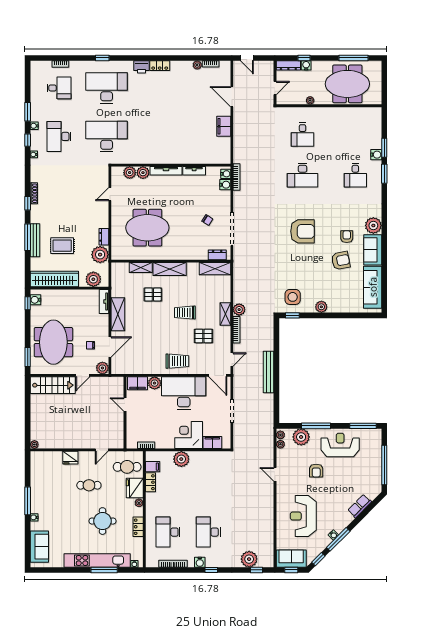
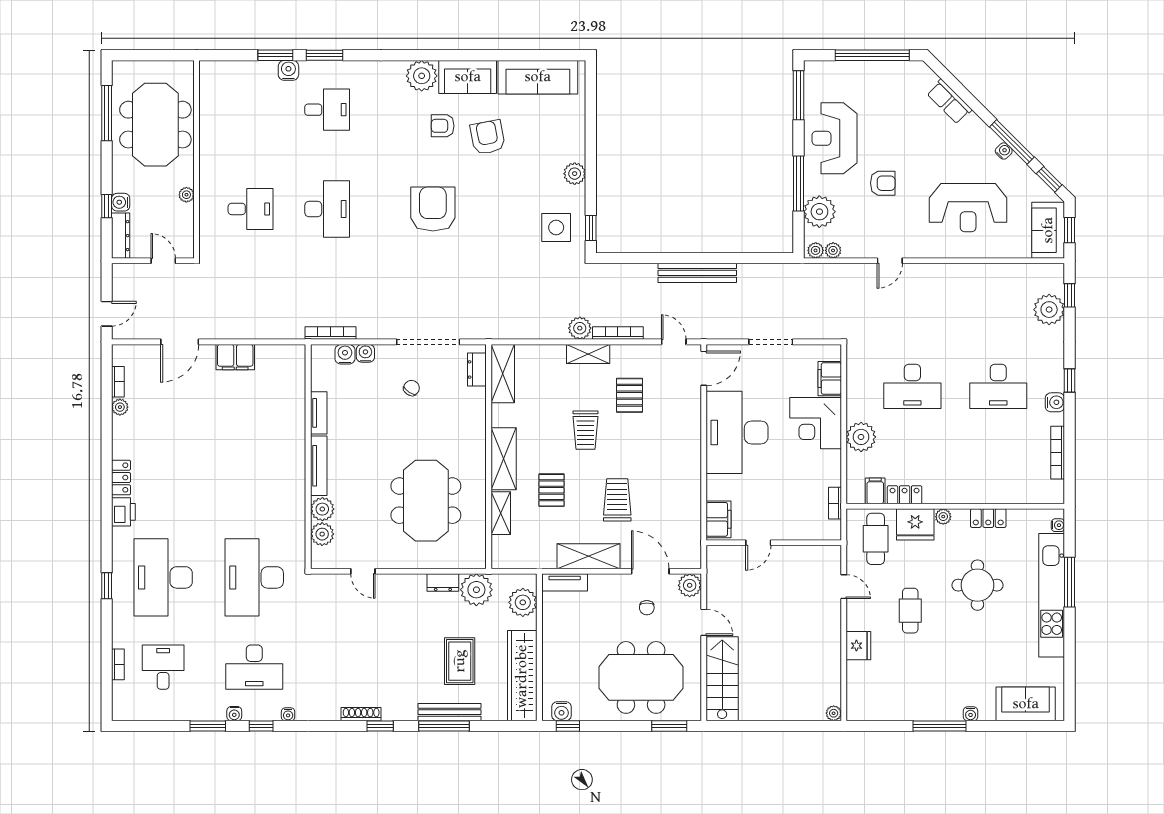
water cooler: (226, 174) -> (365, 353), moved
trolley: (177, 361) -> (617, 500), moved
plant: (155, 383) -> (718, 487), removed
desk: (168, 532) -> (912, 386), moved

